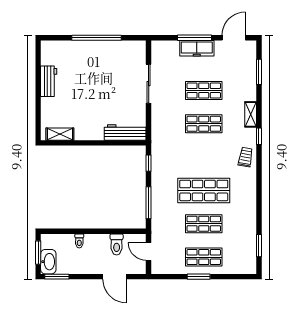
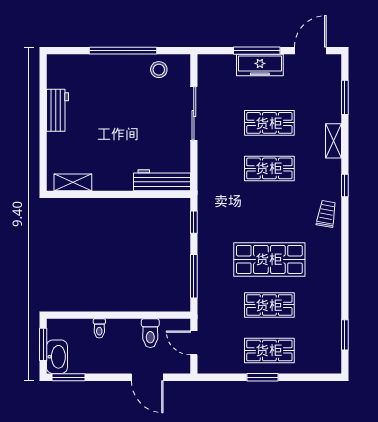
stool: (123, 51) -> (159, 70), added
shelving: (251, 114) -> (333, 141), moved

